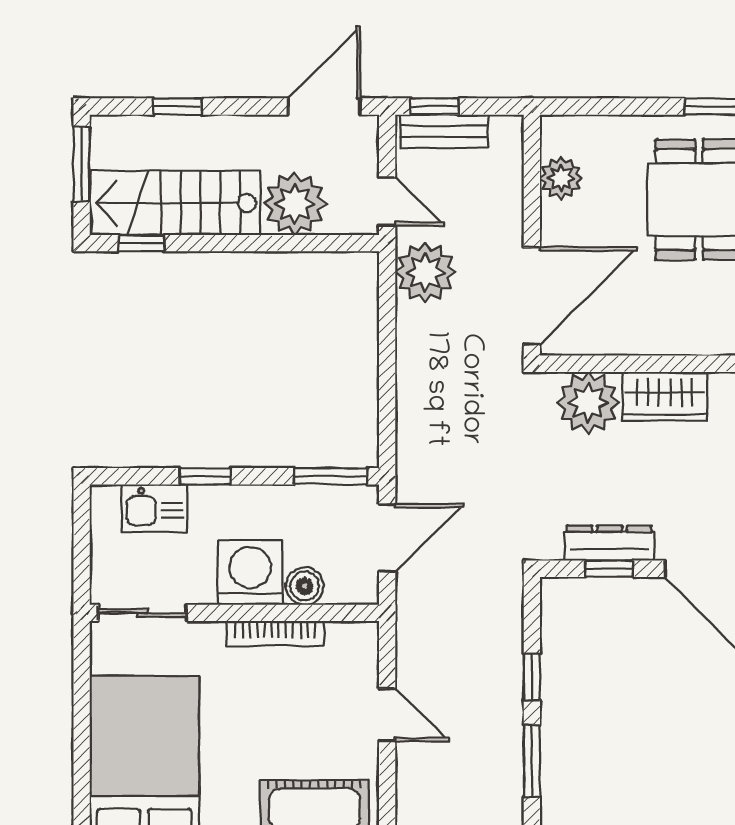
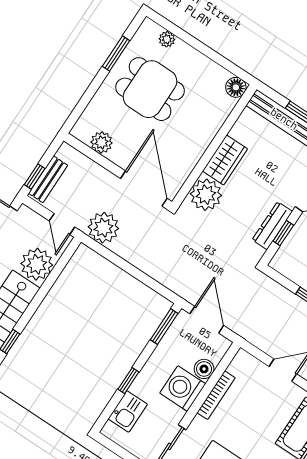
door: (387, 201) -> (62, 224), swing flipped

